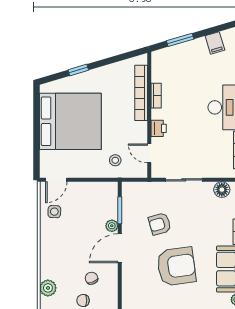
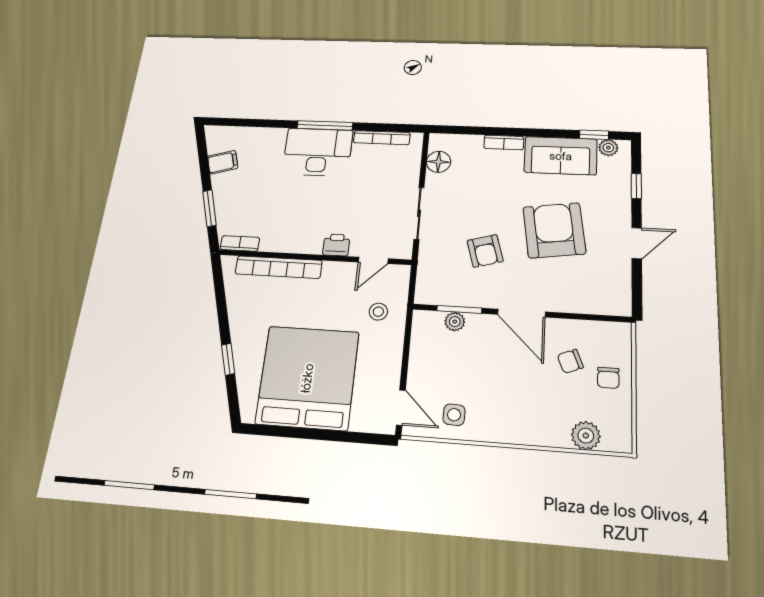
bookcase: (156, 96) -> (240, 243), moved
plant: (112, 226) -> (455, 322), moved

